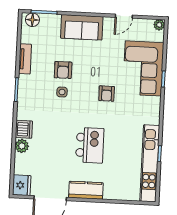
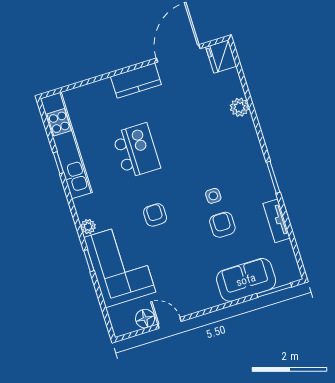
door: (124, 16) -> (170, 323), hinge flipped
floor lamp: (32, 20) -> (145, 319), moved
plant: (159, 25) -> (88, 227), moved
sofa: (82, 27) -> (246, 280), moved
dishwasher: (24, 129) -> (245, 130), removed
kitchen island: (90, 145) -> (136, 151), moved, turned 180

